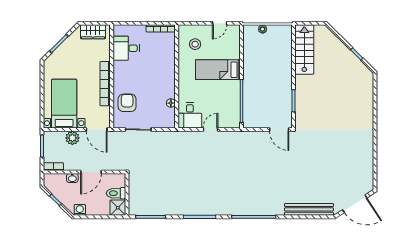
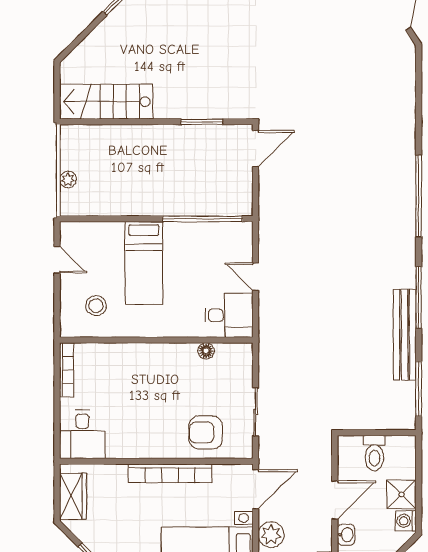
desk: (126, 48) -> (82, 434), moved
door: (91, 172) -> (335, 500), hinge flipped
shower: (118, 208) -> (401, 494), moved
bench: (309, 209) -> (405, 335), moved

